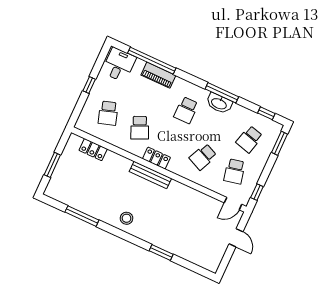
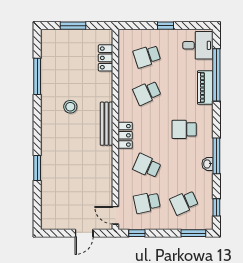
washbasin: (219, 103) -> (207, 164), width x0.52, depth x0.69
school desk: (249, 139) -> (184, 203), turned -39
locker: (156, 158) -> (125, 135), moved
stool: (127, 218) -> (70, 107), moved

